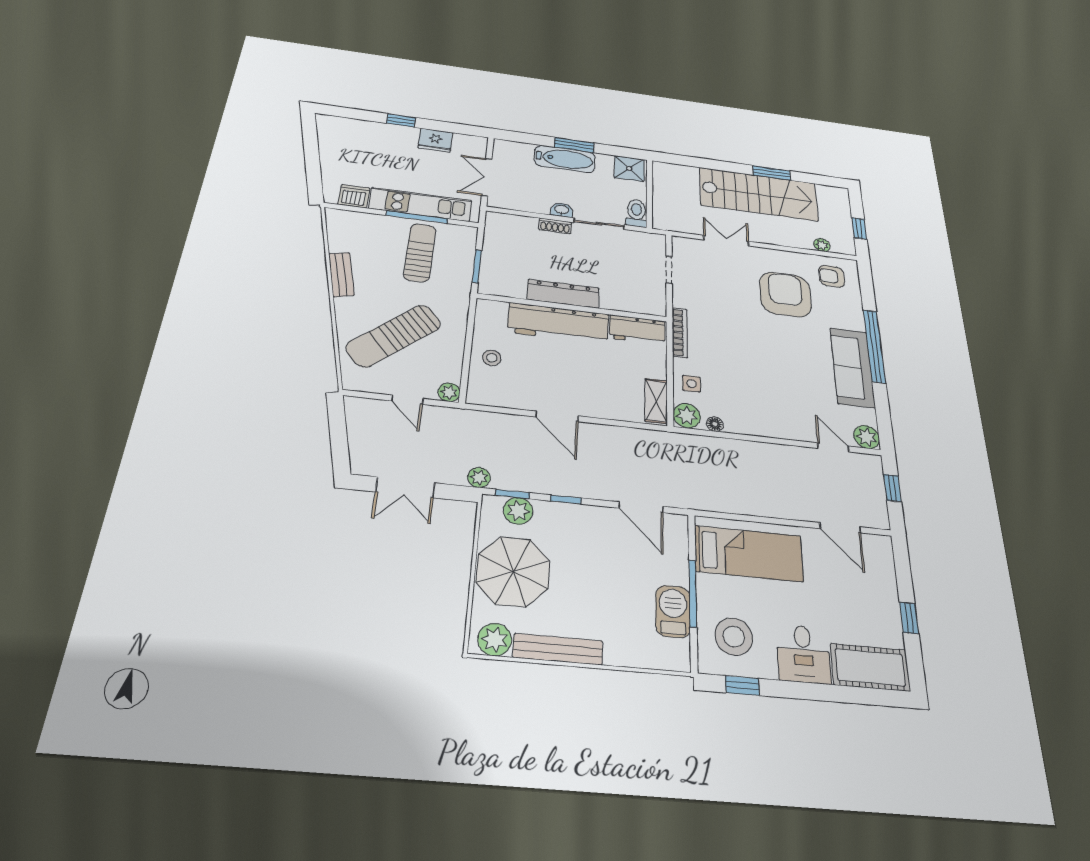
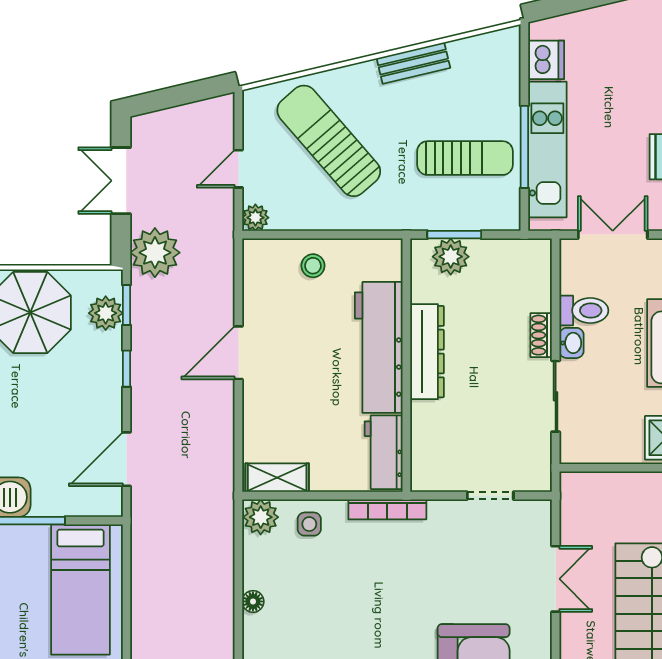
toilet: (636, 213) -> (584, 310), moved
plant: (493, 271) -> (451, 257), added
floor lamp: (715, 424) -> (253, 601), moved
plant: (479, 478) -> (155, 253), width x1.88, depth x1.88

